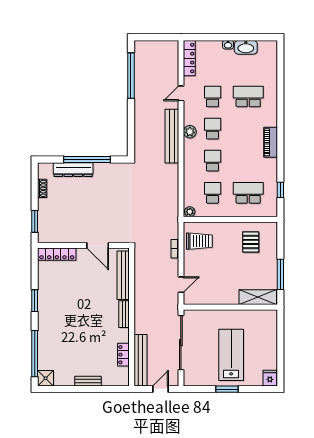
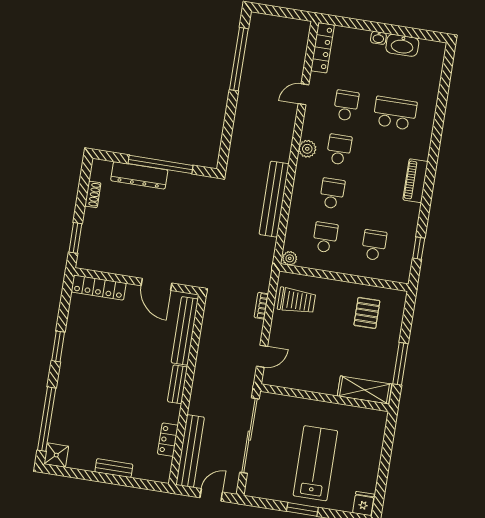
bench: (172, 136) -> (274, 199), moved
school desk: (248, 193) -> (374, 245), width x0.54

